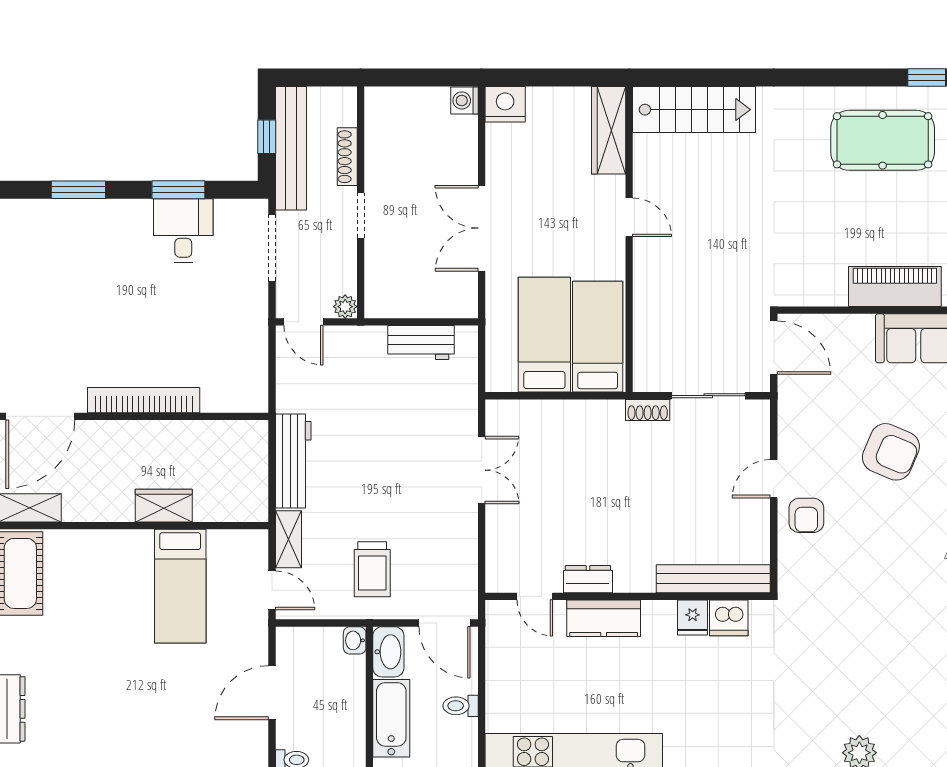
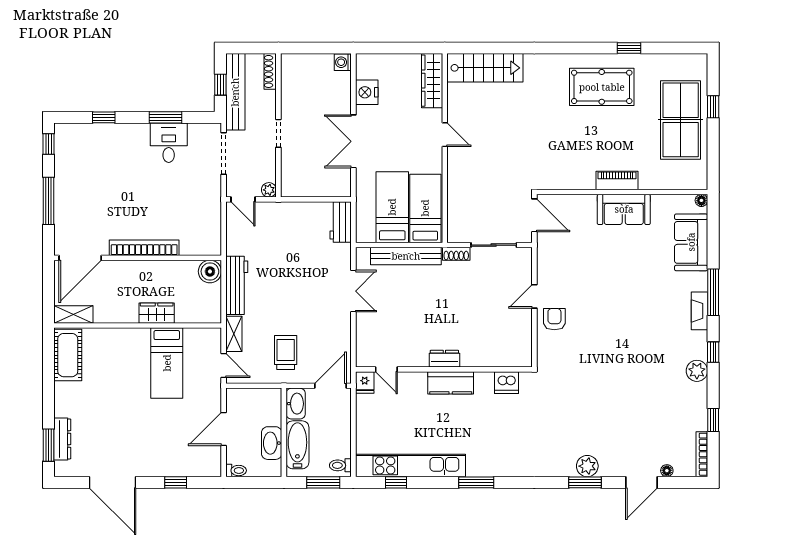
nightstand: (505, 104) -> (367, 92), moved, turned -90
shoe rack: (347, 157) -> (270, 71), moved
window: (78, 190) -> (104, 117), width x0.67
piano: (895, 287) -> (617, 180), width x0.73, depth x0.75
workbench: (421, 343) -> (341, 222), moved, turned 90
boiler: (250, 438) -> (210, 271), added
armchair: (891, 452) -> (607, 280), removed
armchair: (806, 515) -> (554, 319), turned 180
trolley: (372, 569) -> (286, 352), turned 180
dresser: (588, 579) -> (444, 359), moved
bench: (713, 579) -> (406, 256), moved
kitchen counter: (604, 618) -> (451, 383), moved
fridge: (693, 618) -> (365, 382), moved
door: (445, 623) -> (330, 386), swing flipped
washbasin: (355, 640) -> (272, 443), moved, width x1.91, depth x1.45
toilet: (461, 706) -> (340, 465), moved

